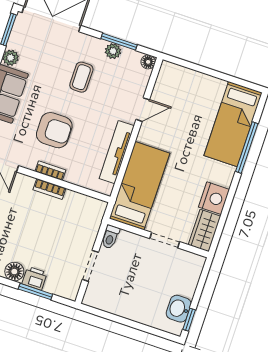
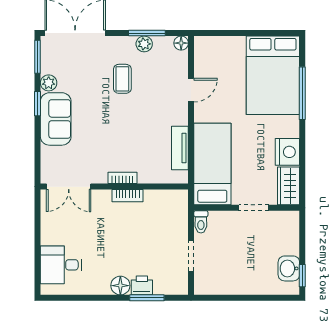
bed: (233, 124) -> (273, 75), width x1.50
armchair: (54, 130) -> (113, 138), removed
tv unit: (117, 152) -> (180, 148), width x0.71

